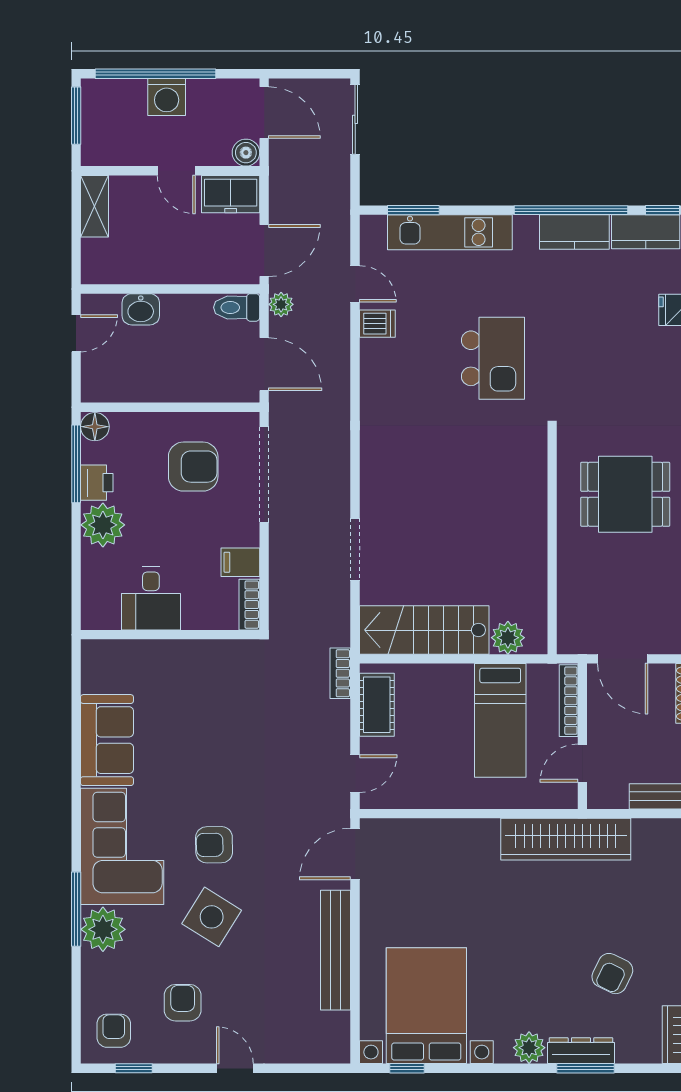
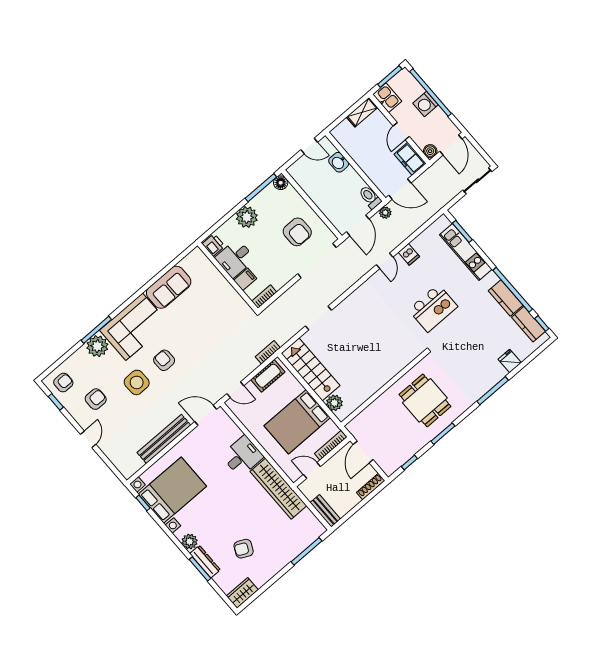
kitchen sink: (106, 148) -> (387, 98), added
door: (355, 284) -> (385, 261), moved
printer: (97, 483) -> (213, 245), moved, turned -90
filing cabinet: (240, 562) -> (245, 279), moved, turned 90
bed: (500, 720) -> (297, 422), width x1.50
desk: (467, 852) -> (242, 456), added
side table: (212, 917) -> (137, 382), turned -33

